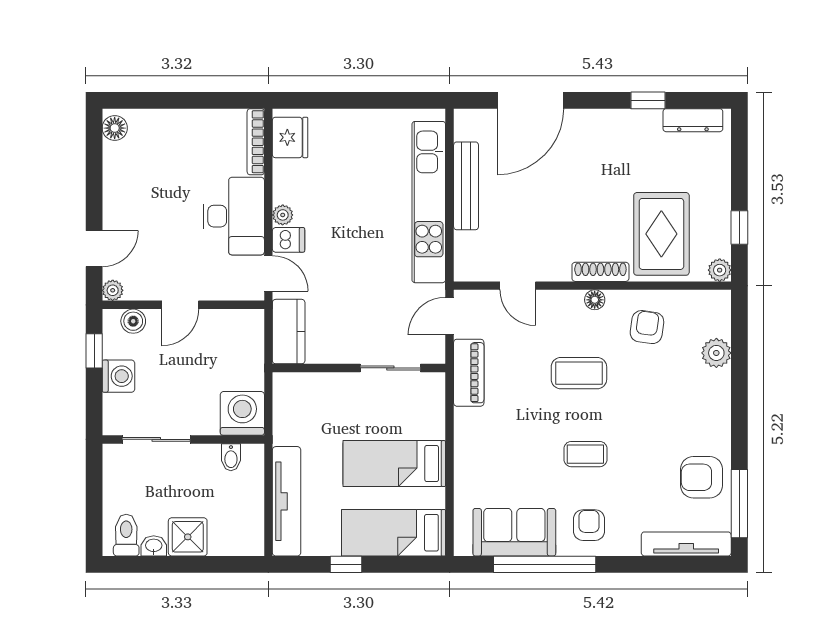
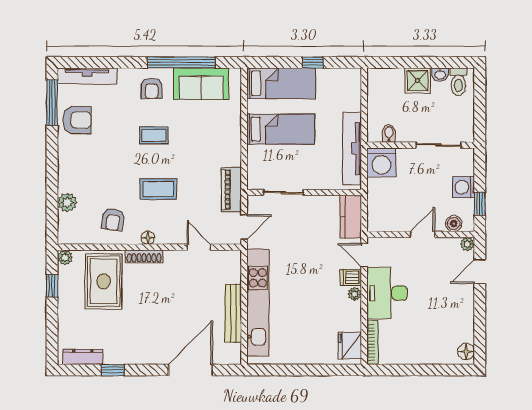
tv unit: (287, 501) -> (352, 149), moved

